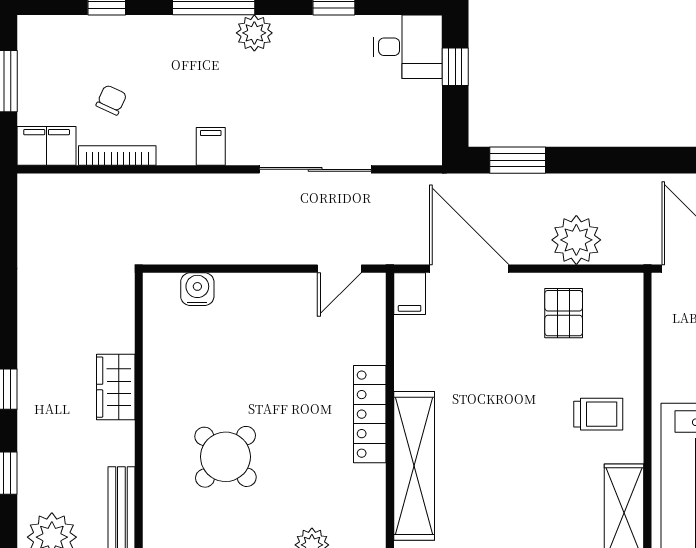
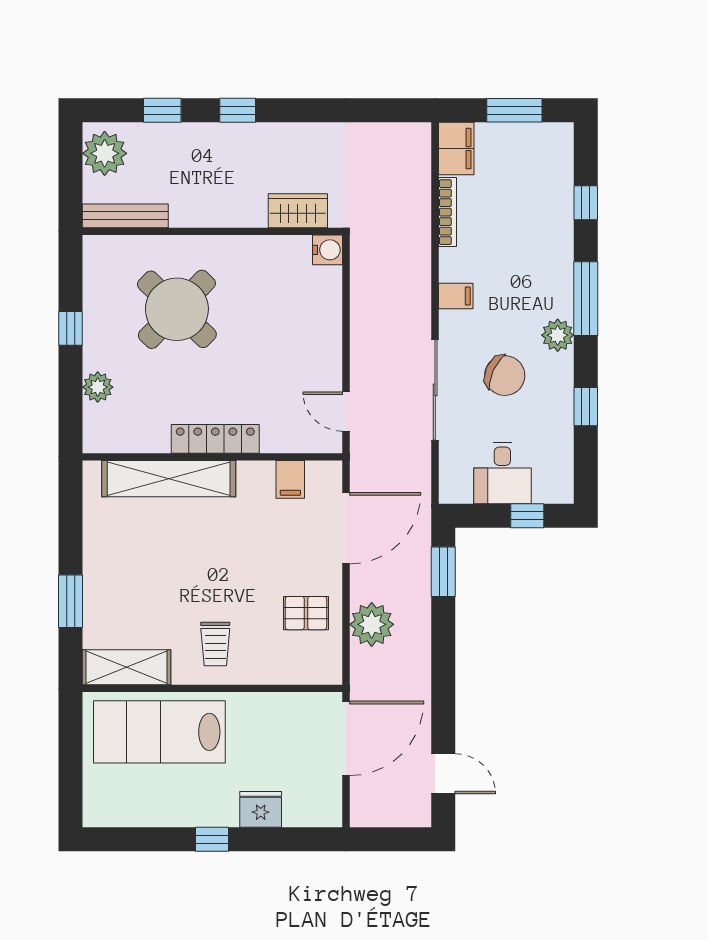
desk: (408, 47) -> (502, 473), moved
chair: (111, 100) -> (505, 376), moved, width x1.87, depth x1.87
water cooler: (197, 289) -> (328, 250), moved
filing cabinet: (410, 294) -> (290, 479), moved, turned -90
wardrobe: (116, 387) -> (298, 211), moved
round table: (225, 457) -> (177, 309), width x1.36, depth x1.36

